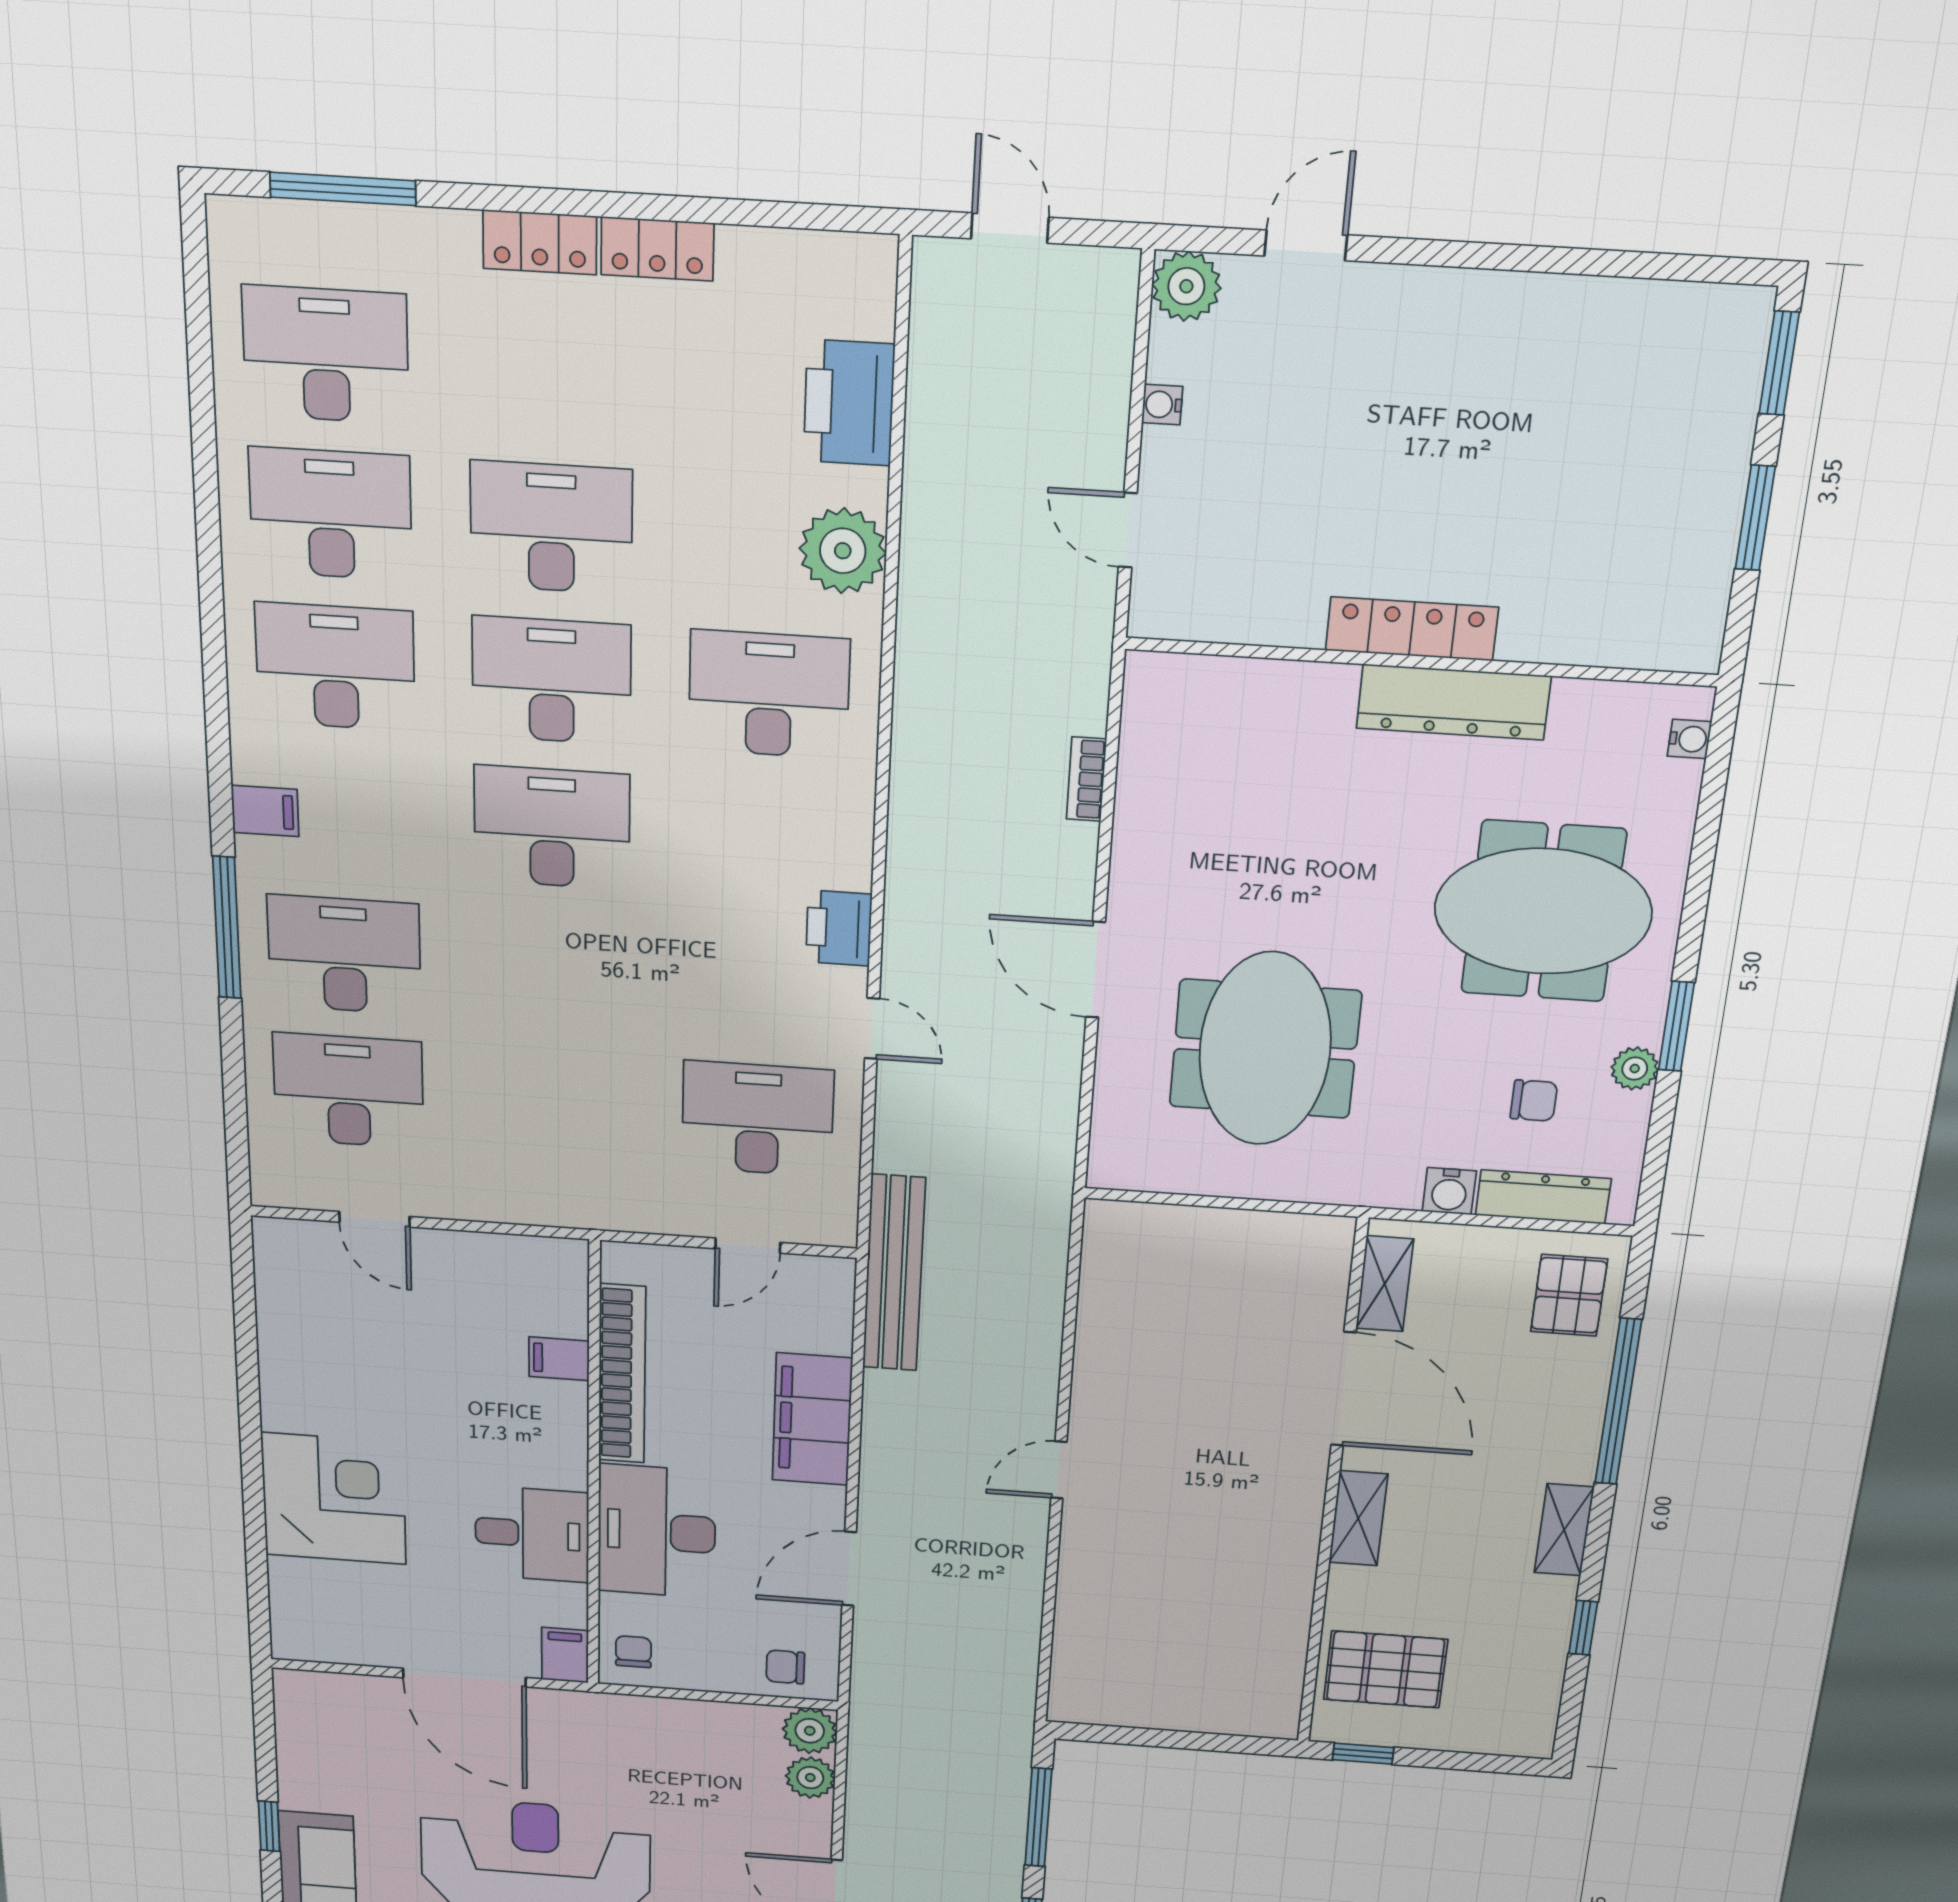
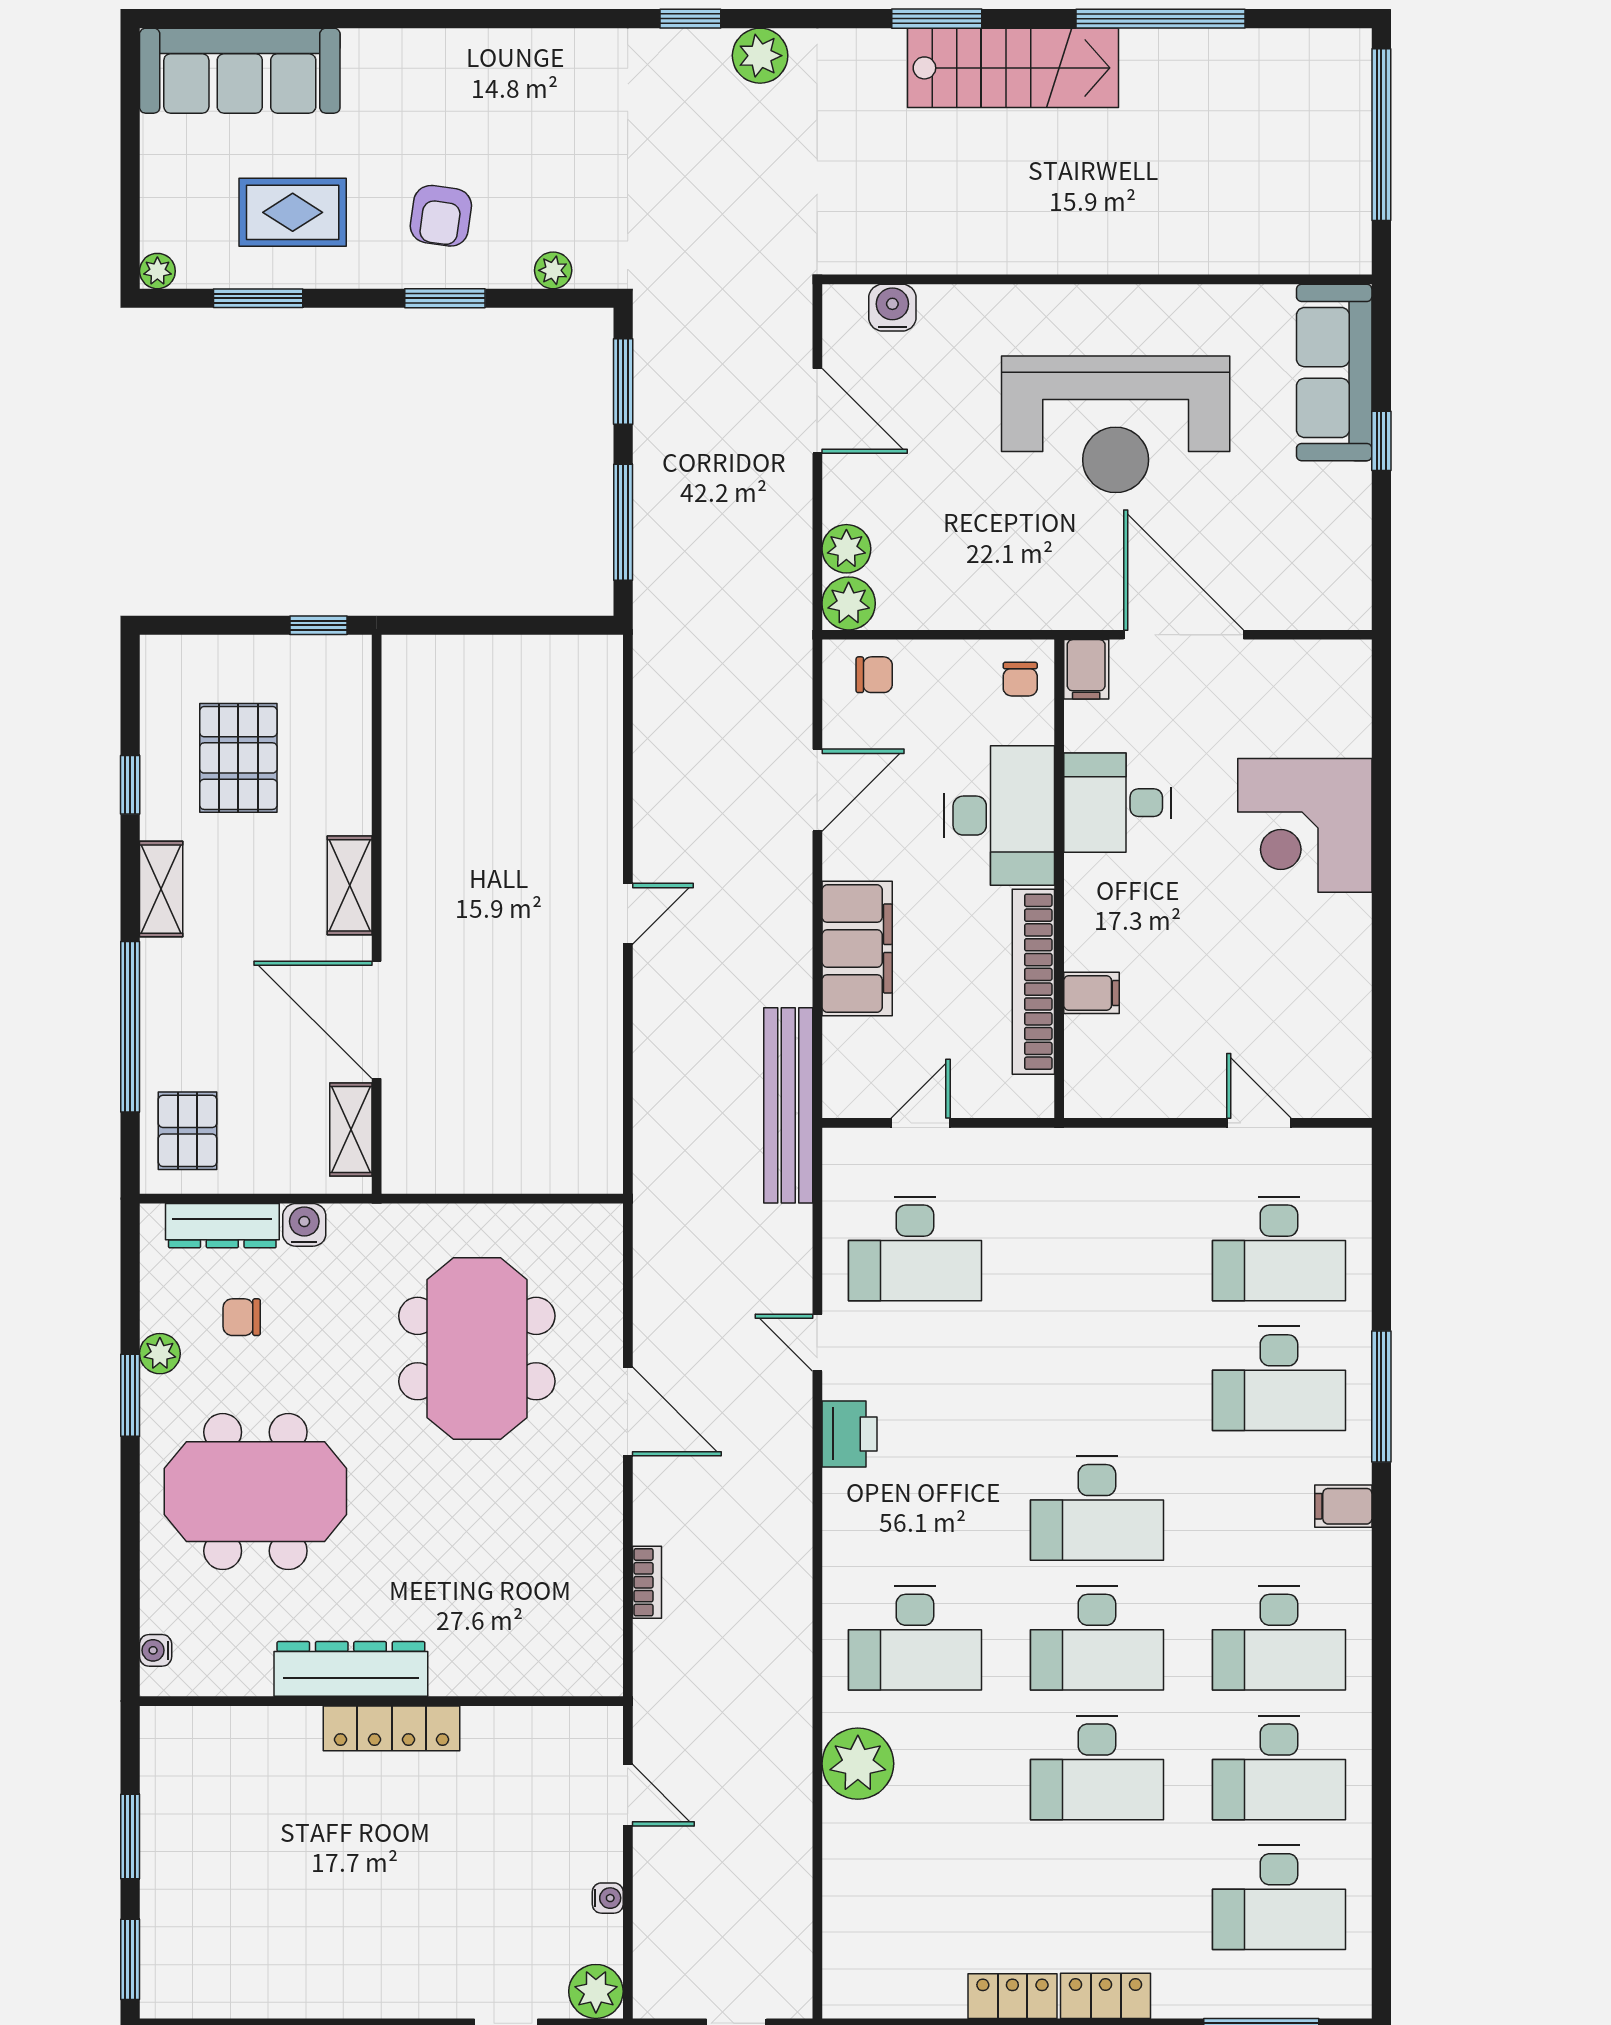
printer: (849, 403) -> (857, 1884), removed
pallet: (1385, 1669) -> (238, 758), moved, turned 90

